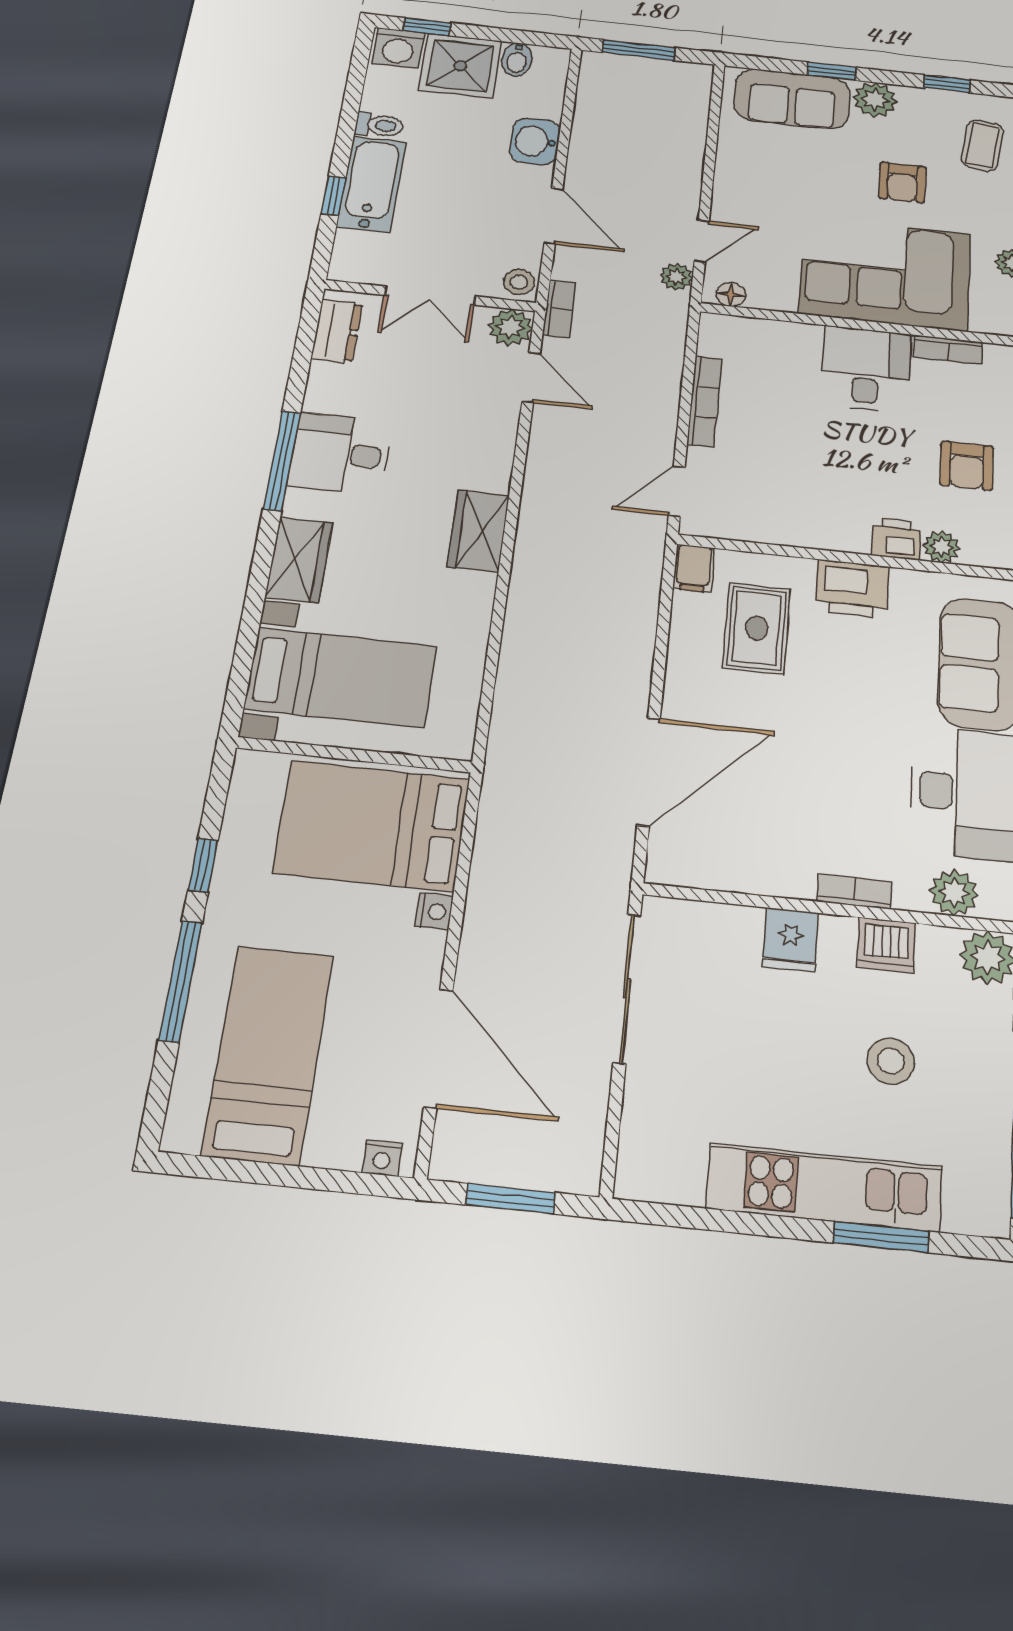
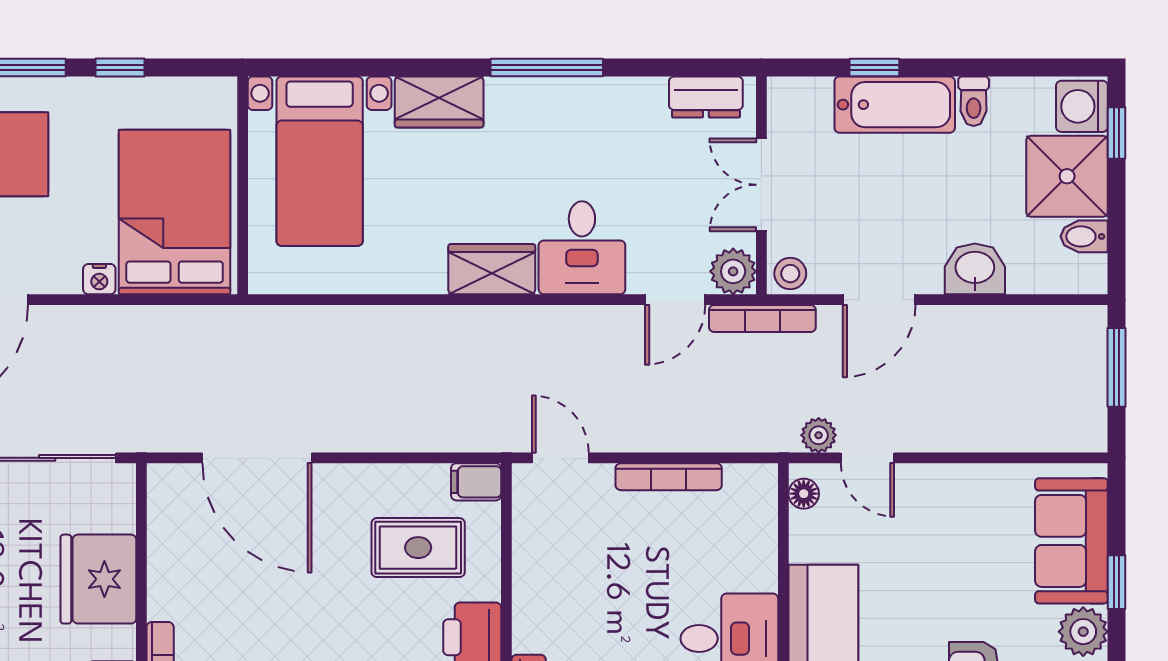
bookcase: (559, 309) -> (762, 319), width x1.56
desk: (340, 454) -> (582, 248), moved, turned 180
fridge: (791, 940) -> (98, 579), width x1.88, depth x1.34

